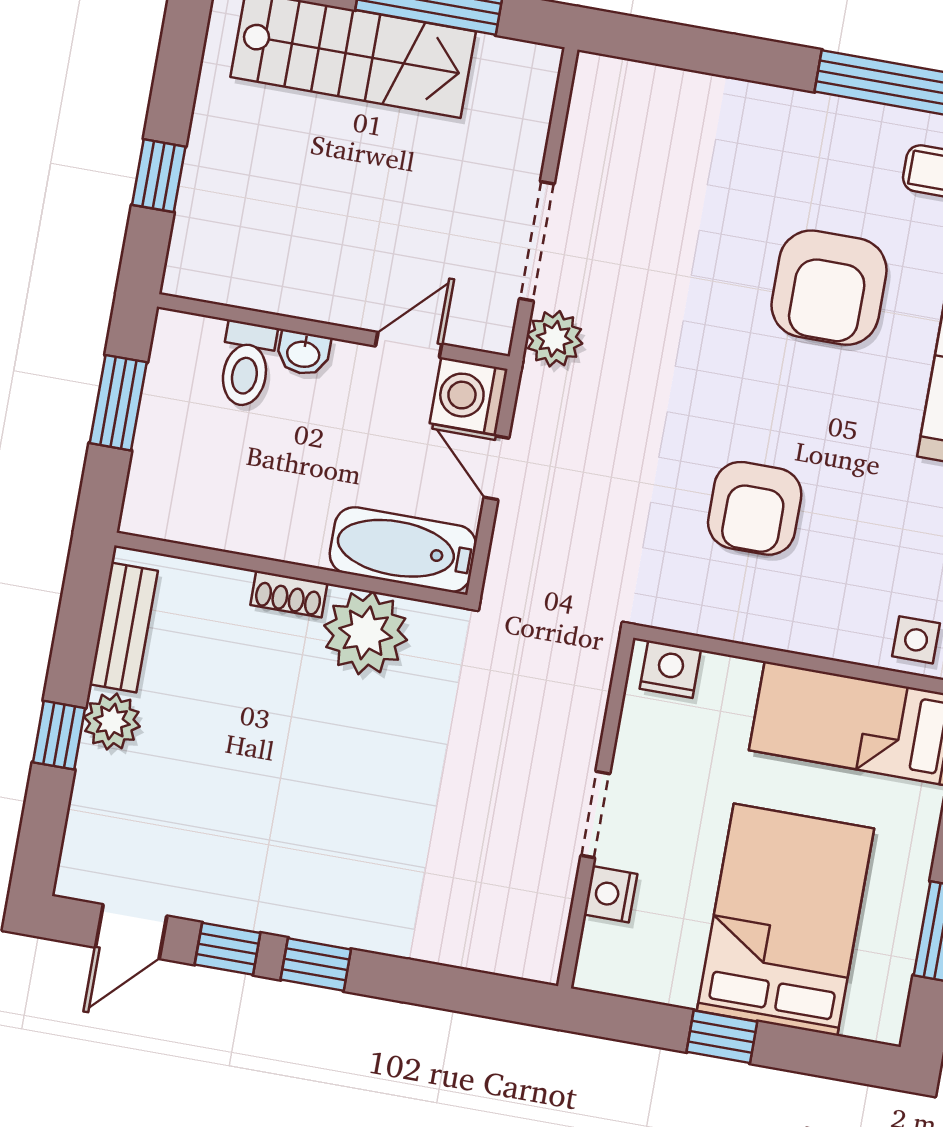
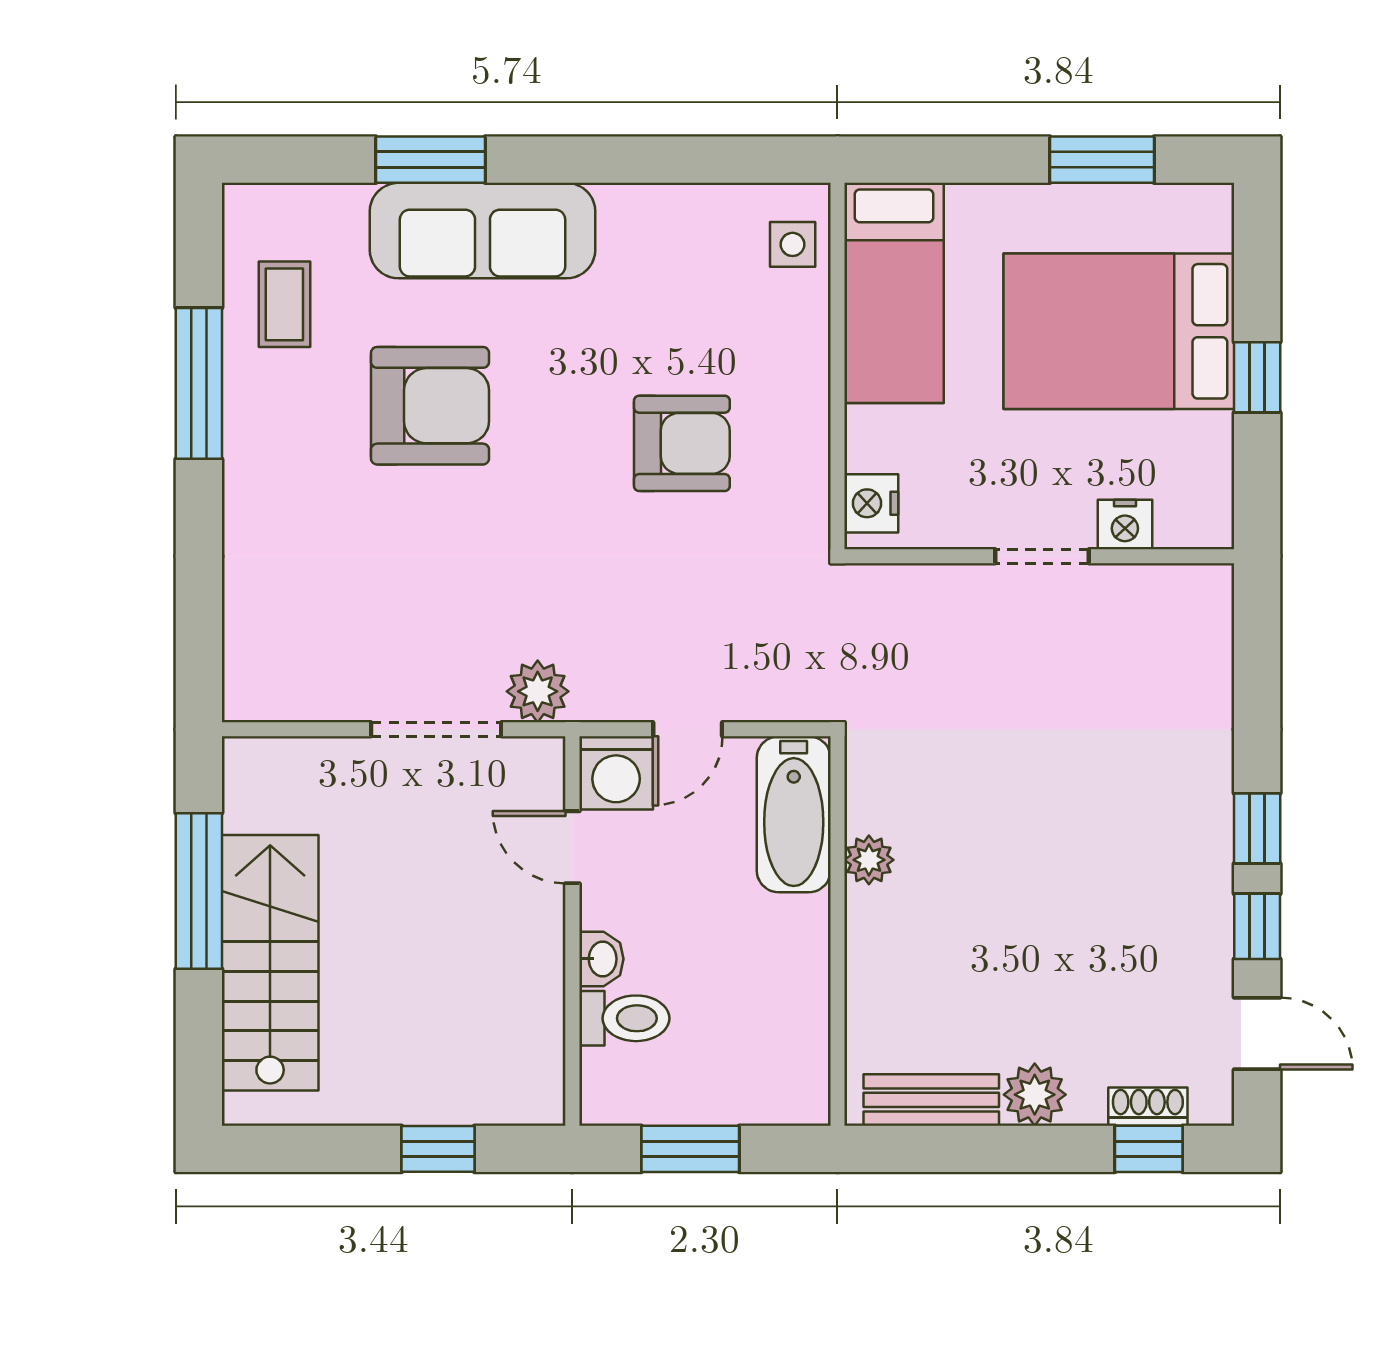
shoe rack: (289, 594) -> (1148, 1107), moved, turned -90
plant: (366, 633) -> (869, 860), width x0.53, depth x0.53
window: (59, 735) -> (1149, 1149), moved

